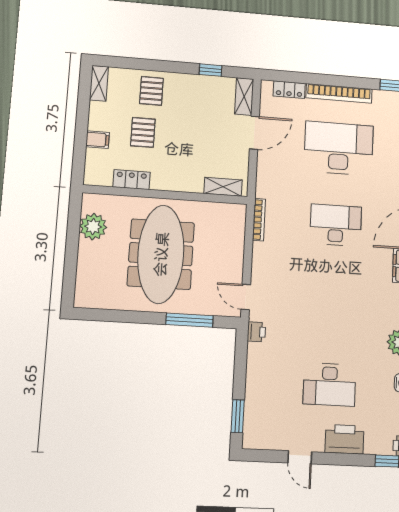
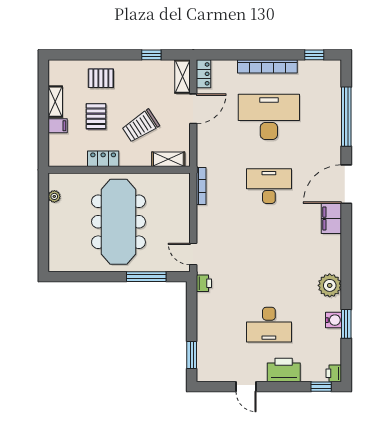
shelving: (99, 83) -> (55, 102), moved
locker: (289, 90) -> (204, 74), moved, turned -90
pallet: (151, 91) -> (101, 78), turned 90
trolley: (193, 147) -> (141, 126), added
locker: (131, 180) -> (103, 159), moved
plant: (93, 227) -> (54, 196), width x0.53, depth x0.53

